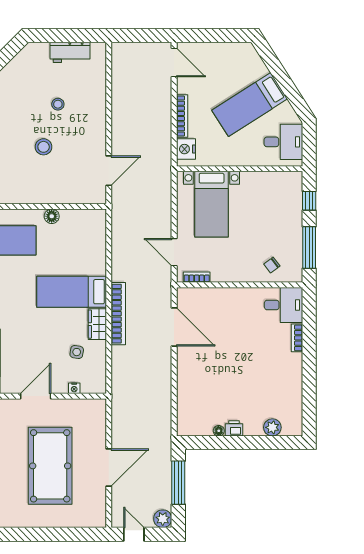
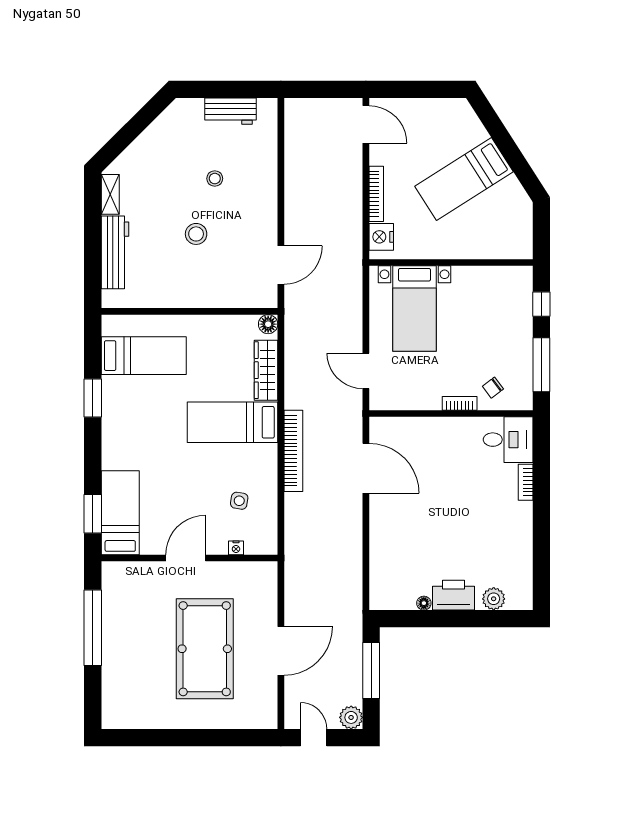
desk: (283, 142) -> (508, 228), removed
floor lamp: (52, 216) -> (268, 324), moved
bookcase: (197, 277) -> (460, 403), moved
wardrobe: (97, 324) -> (266, 370), moved, width x1.50
printer: (234, 428) -> (453, 595), width x1.87, depth x1.48

